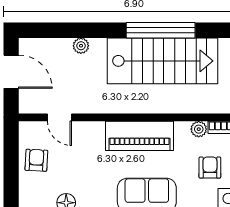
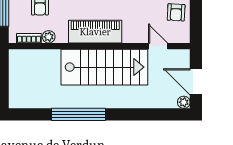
plant: (81, 46) -> (184, 102), moved
stairs: (162, 61) -> (104, 67), moved, turned 180

